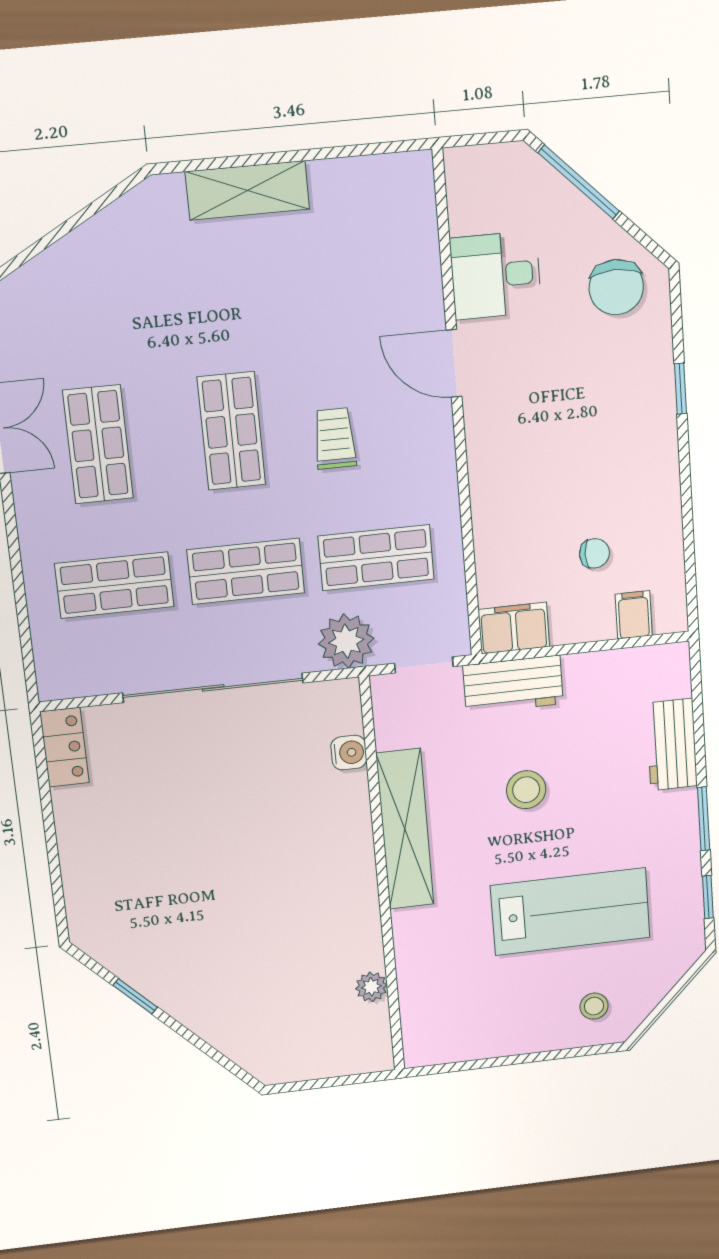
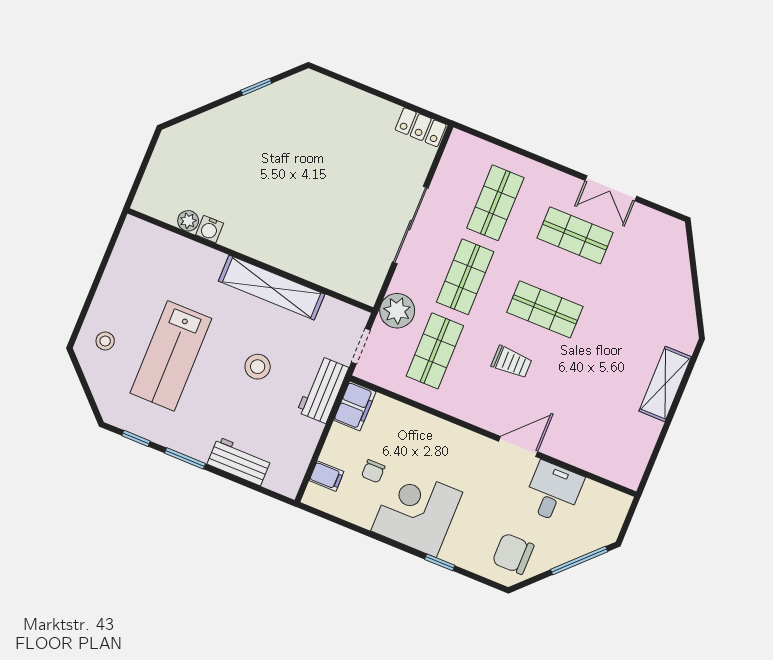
corner desk: (622, 461) -> (417, 512), added
sliding door: (213, 688) -> (410, 225), width x0.73
water cooler: (349, 753) -> (210, 229), moved

